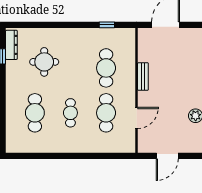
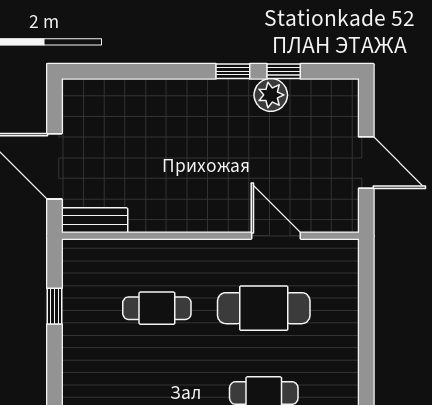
cafe table: (106, 68) -> (157, 308), width x0.73, depth x0.74
bench: (143, 76) -> (95, 220), moved

